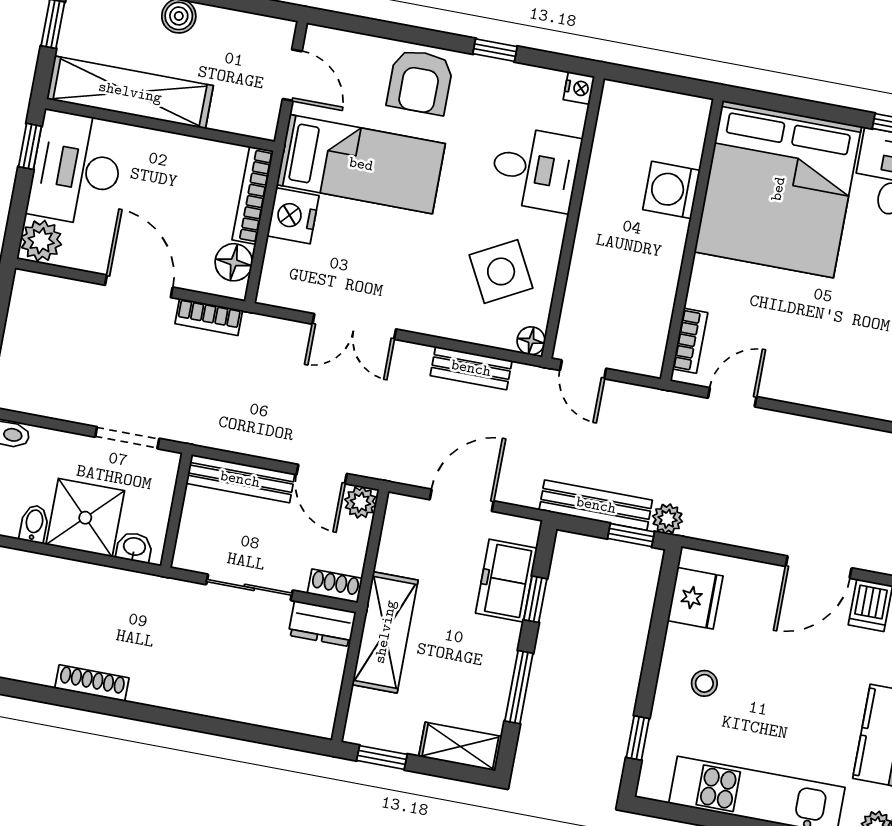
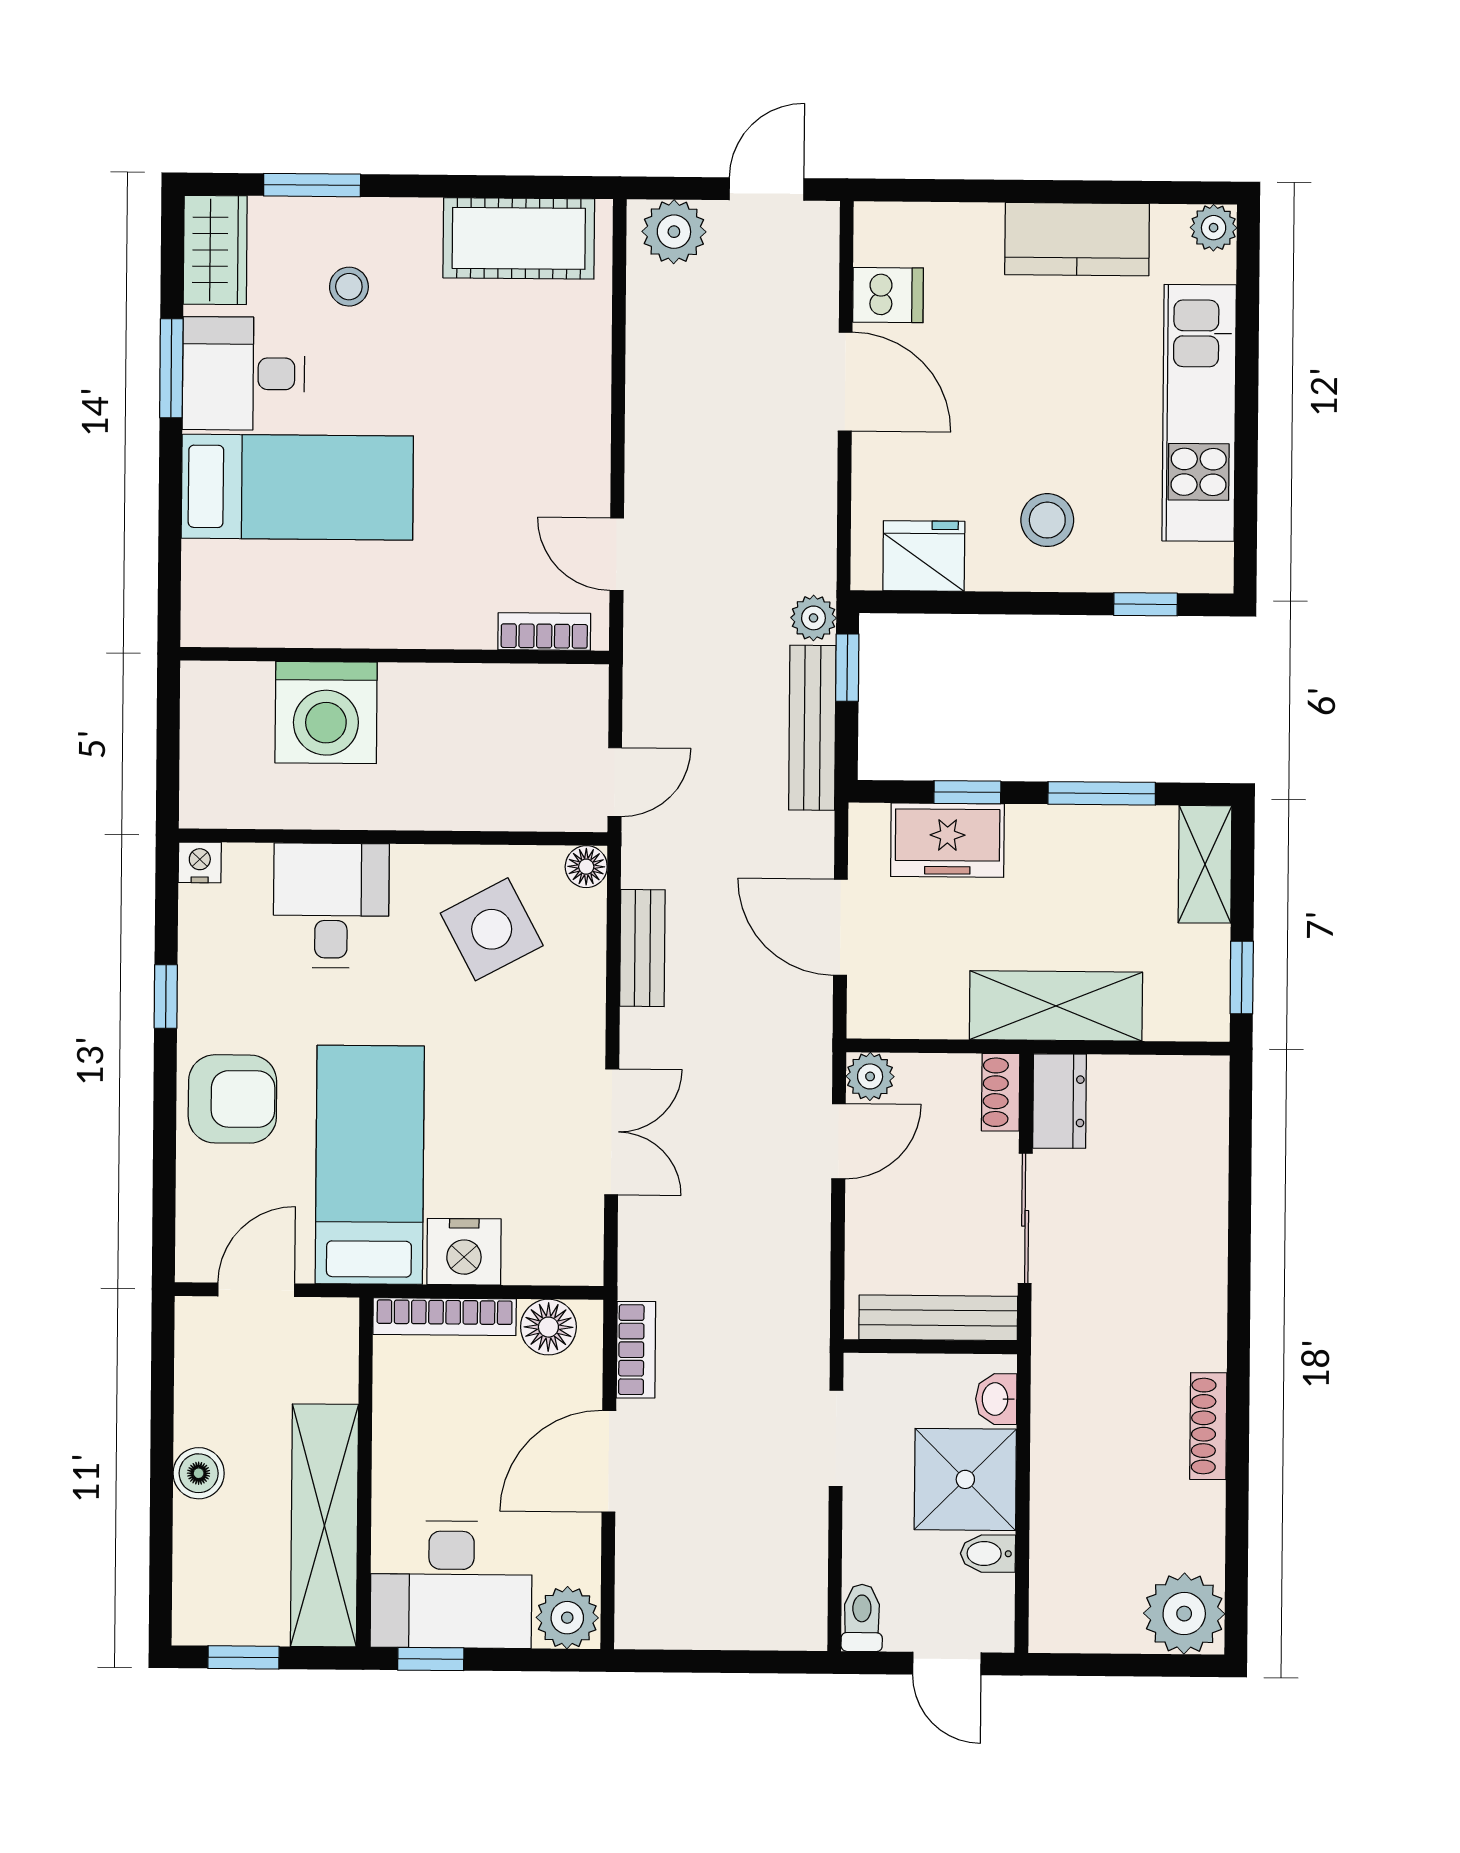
bed: (778, 189) -> (297, 487), width x0.49
washing machine: (671, 190) -> (326, 713), width x1.37, depth x1.37
bench: (240, 479) -> (938, 1318), moved, turned 90
stool: (704, 683) -> (1047, 520), width x1.37, depth x1.37

